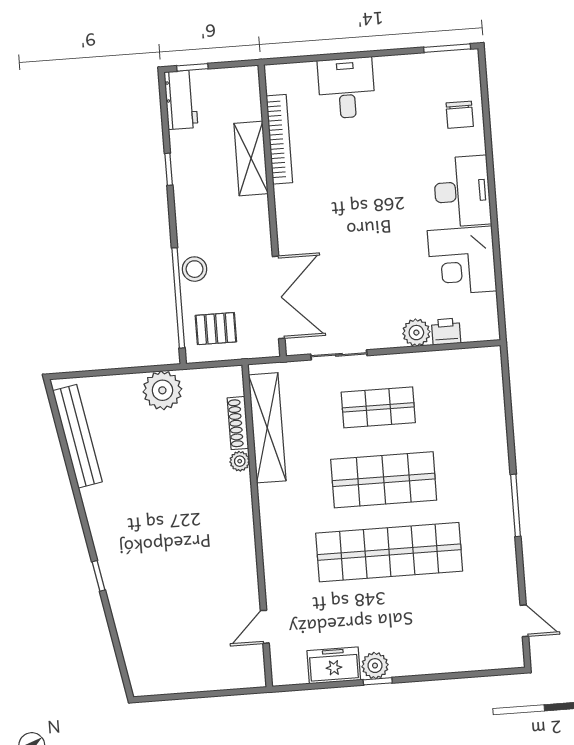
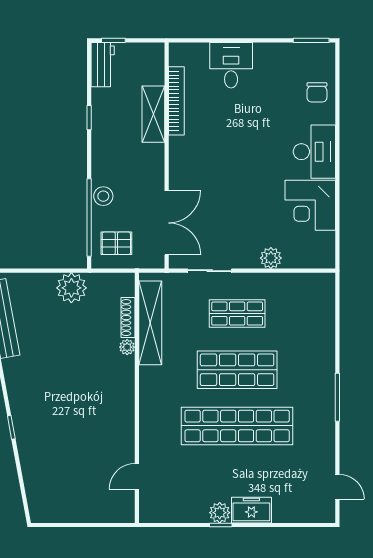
printer: (446, 332) -> (294, 259), removed
freezer: (334, 665) -> (251, 510), moved

